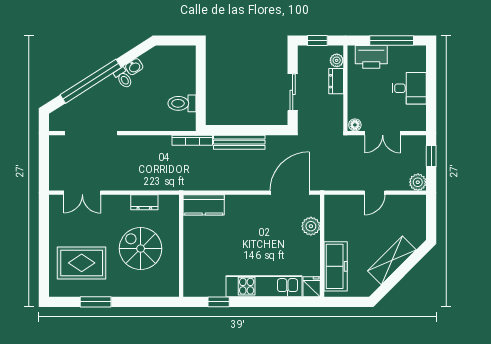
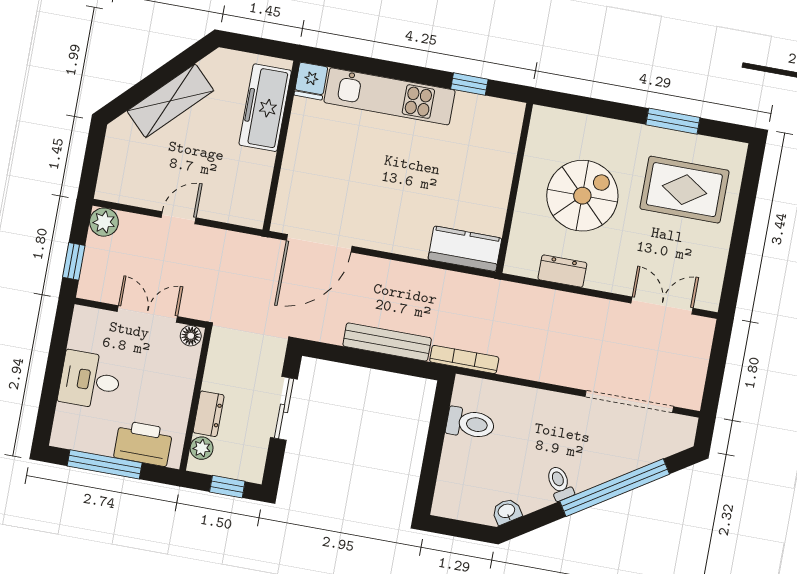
washbasin: (134, 67) -> (507, 511), moved
plant: (311, 226) -> (294, 181), removed
spiral stairs: (141, 249) -> (582, 196), turned -90

